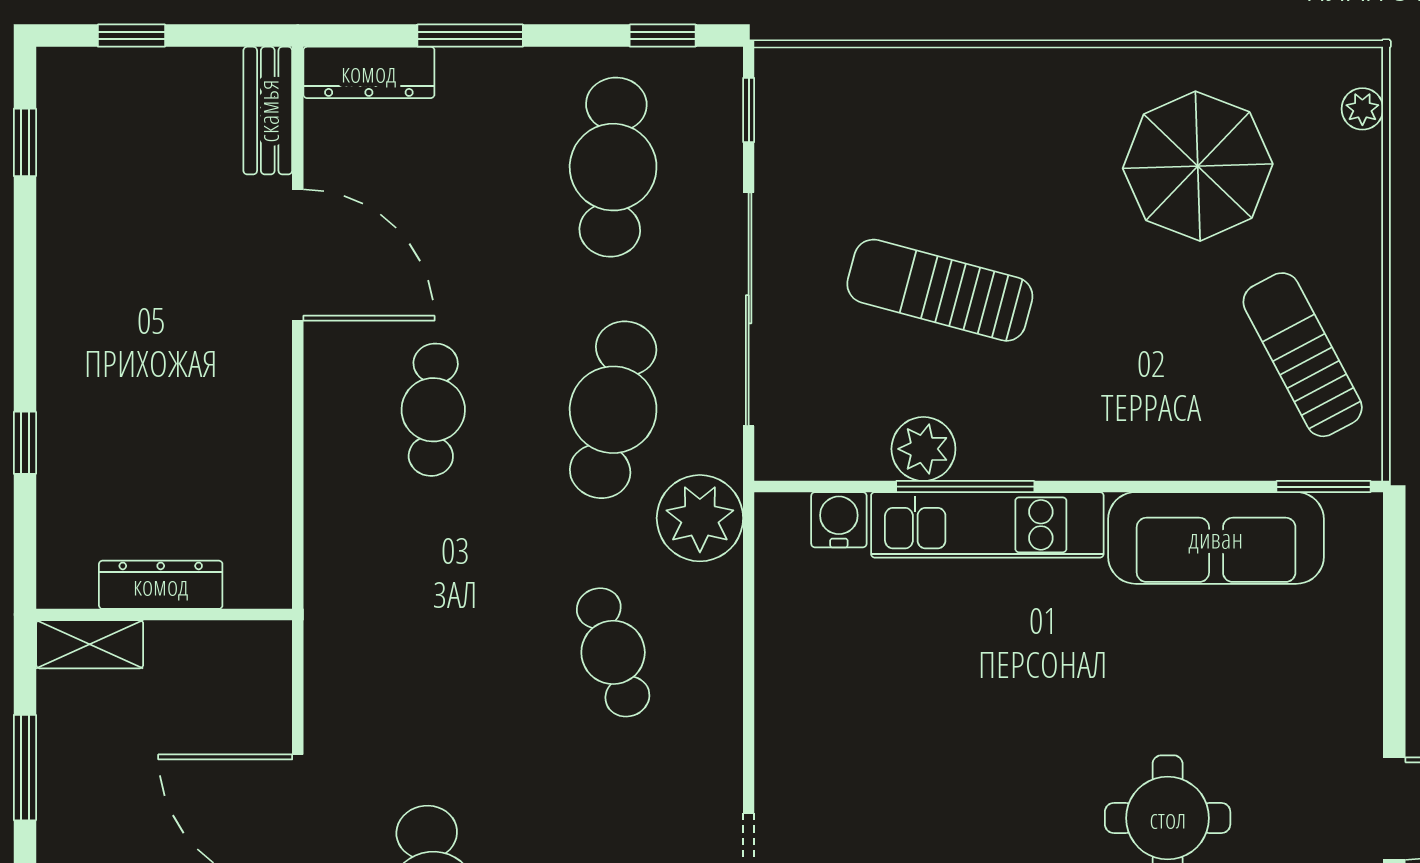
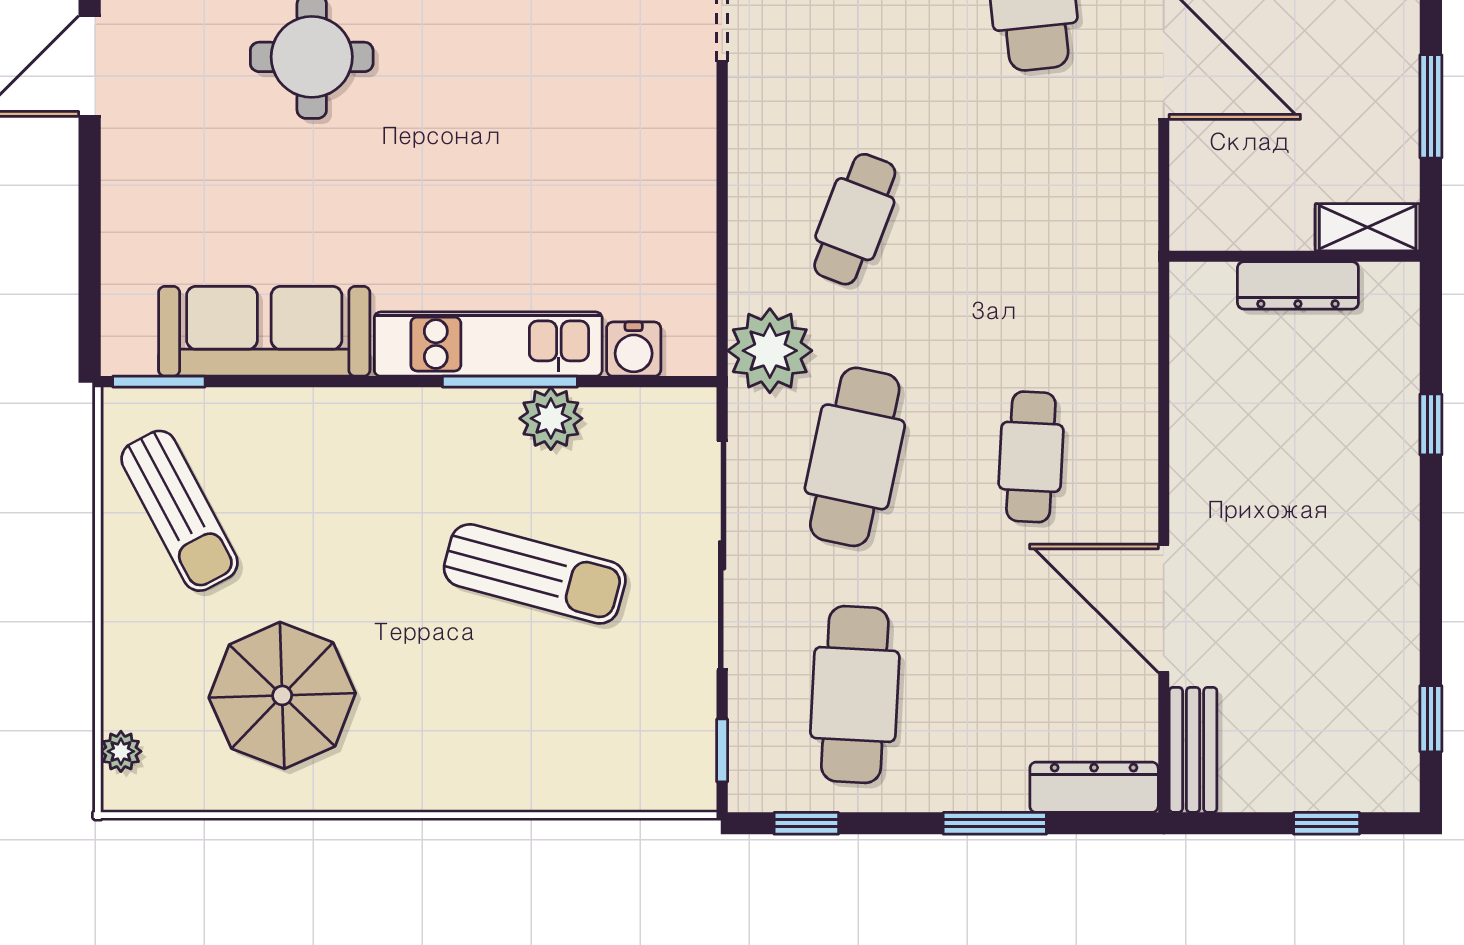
cafe table: (613, 652) -> (855, 219), turned 39

